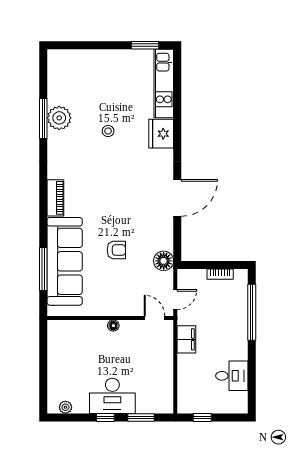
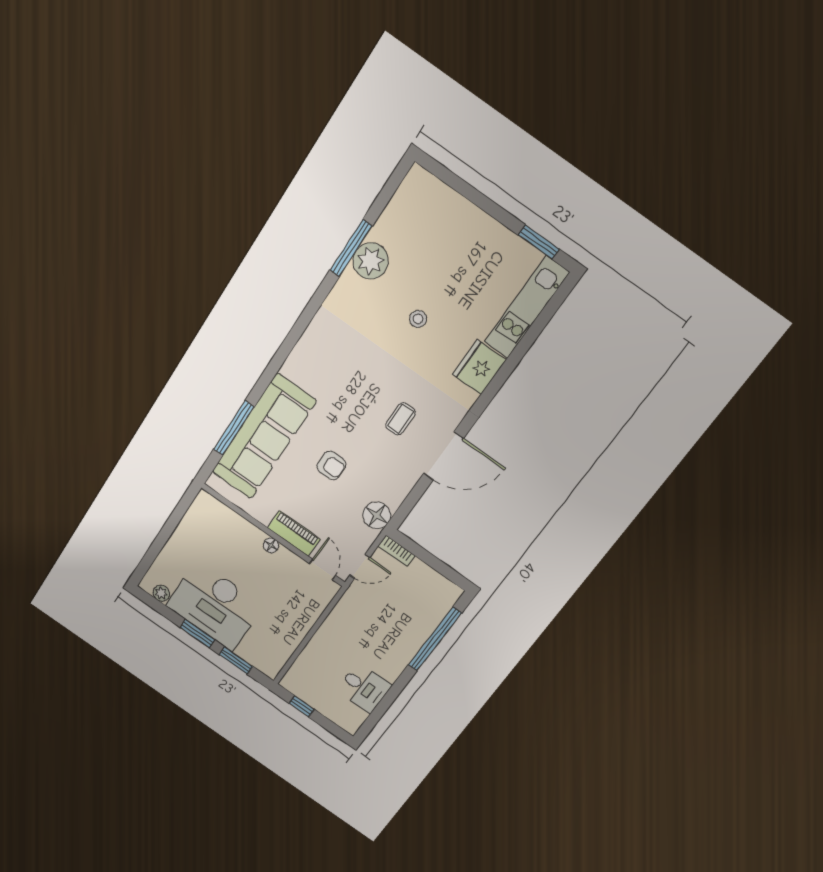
coffee table: (138, 194) -> (400, 419), added
piano: (55, 198) -> (294, 534), moved, turned -90
bookcase: (220, 274) -> (396, 551), moved
filing cabinet: (186, 339) -> (342, 616), removed
desk: (112, 396) -> (215, 606), width x1.36, depth x1.30
window: (105, 418) -> (197, 634), width x1.50

